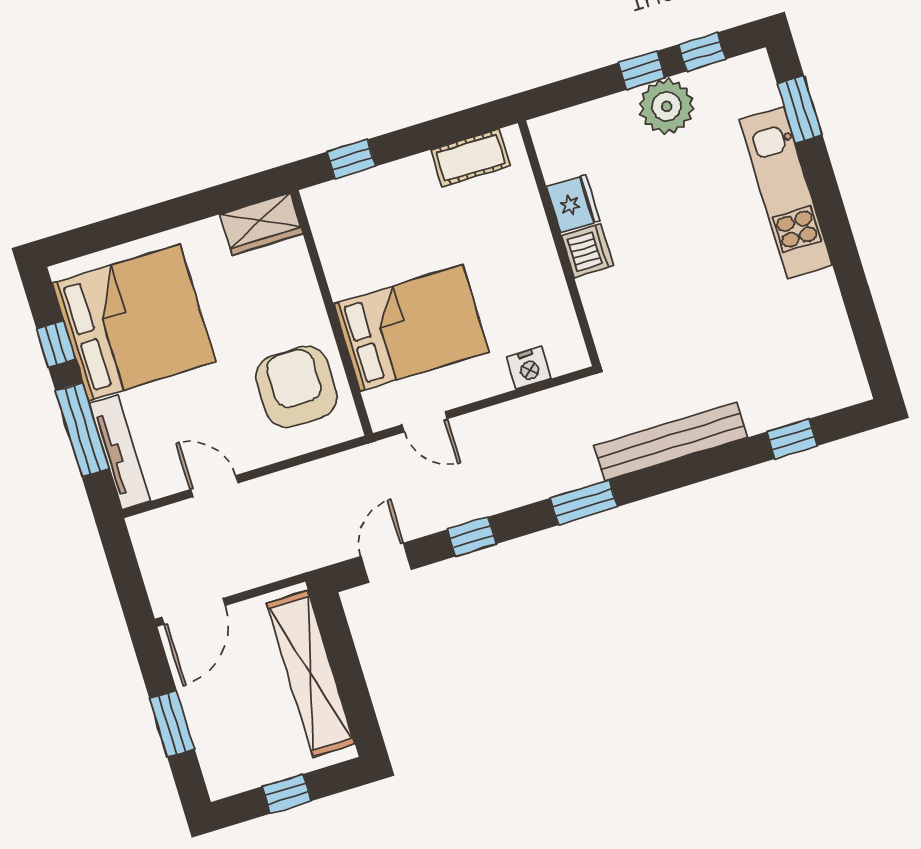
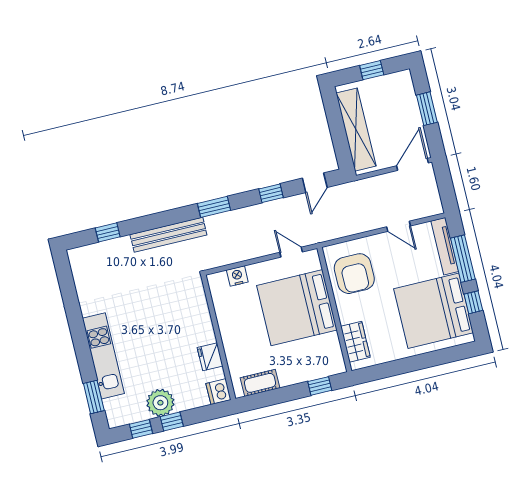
wardrobe: (261, 224) -> (355, 342), moved, turned 90
dishwasher: (587, 251) -> (219, 392), moved
bed: (411, 328) -> (297, 308), width x1.36

